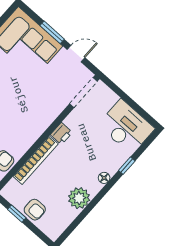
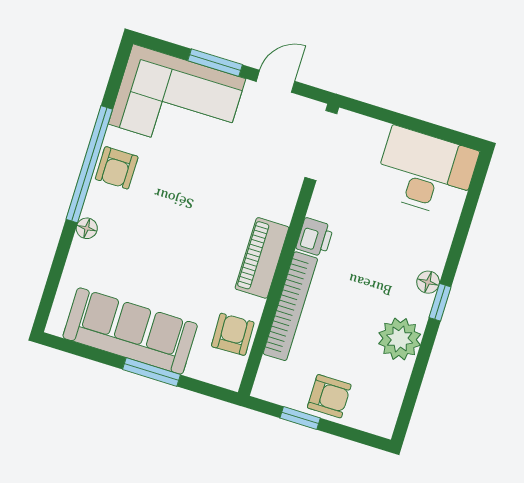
piano: (33, 132) -> (262, 258), added
window: (127, 166) -> (440, 302), moved

